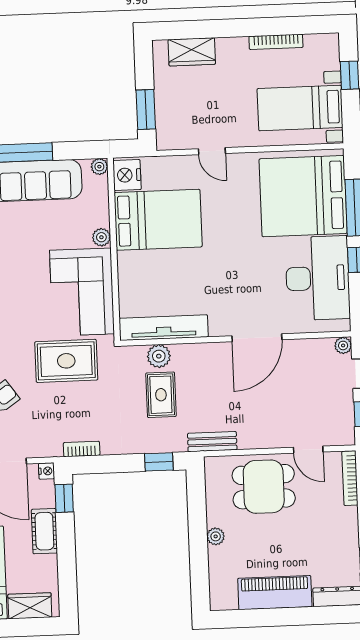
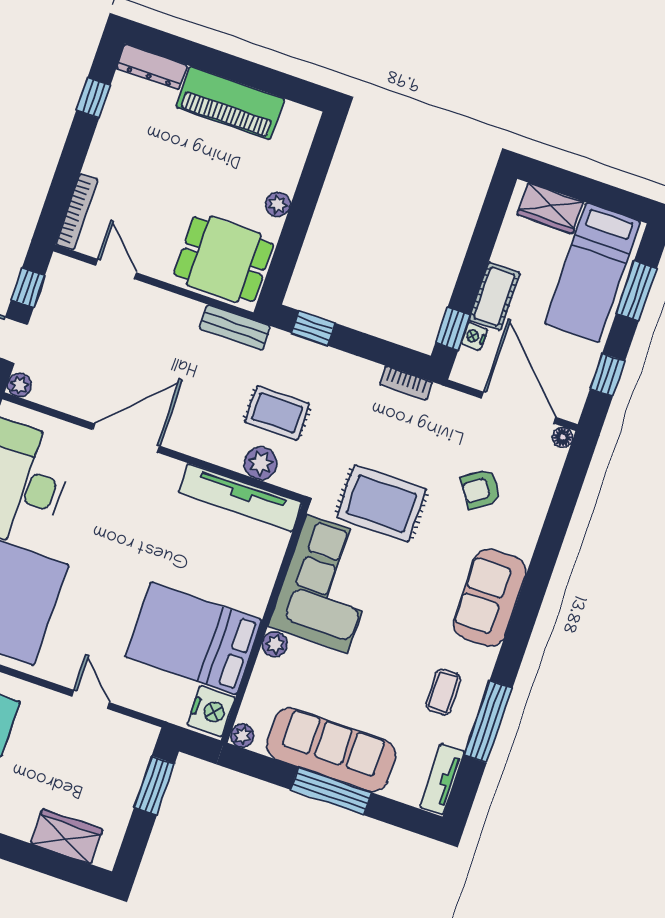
rug: (161, 395) -> (277, 413), turned 90
nightstand: (47, 471) -> (474, 336), moved
dining table: (264, 487) -> (224, 259), moved

